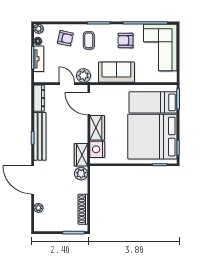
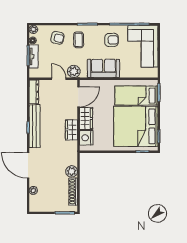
armchair: (125, 40) -> (112, 40), turned 180
door: (89, 104) -> (78, 97), swing flipped
wardrobe: (81, 155) -> (71, 130), moved
plant: (81, 174) -> (72, 171), moved

